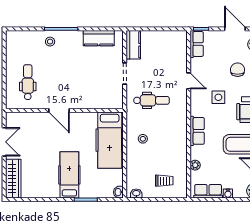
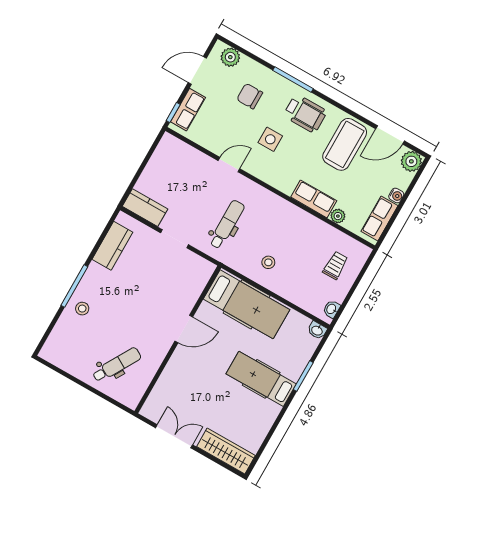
row of seats: (197, 44) -> (188, 110), moved, turned 90
dental chair: (28, 82) -> (117, 365), turned 120
door: (59, 110) -> (184, 329), moved
row of seats: (197, 131) -> (314, 199), moved

